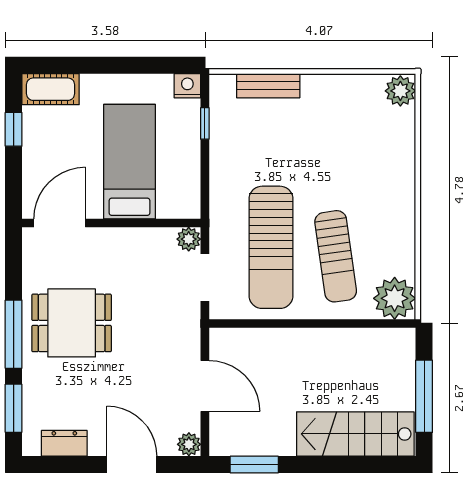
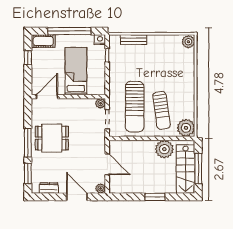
window: (114, 65) -> (69, 31), added
plant: (342, 350) -> (164, 149), added
stairs: (355, 434) -> (186, 169), moved, turned -90
window: (254, 465) -> (155, 197), moved

